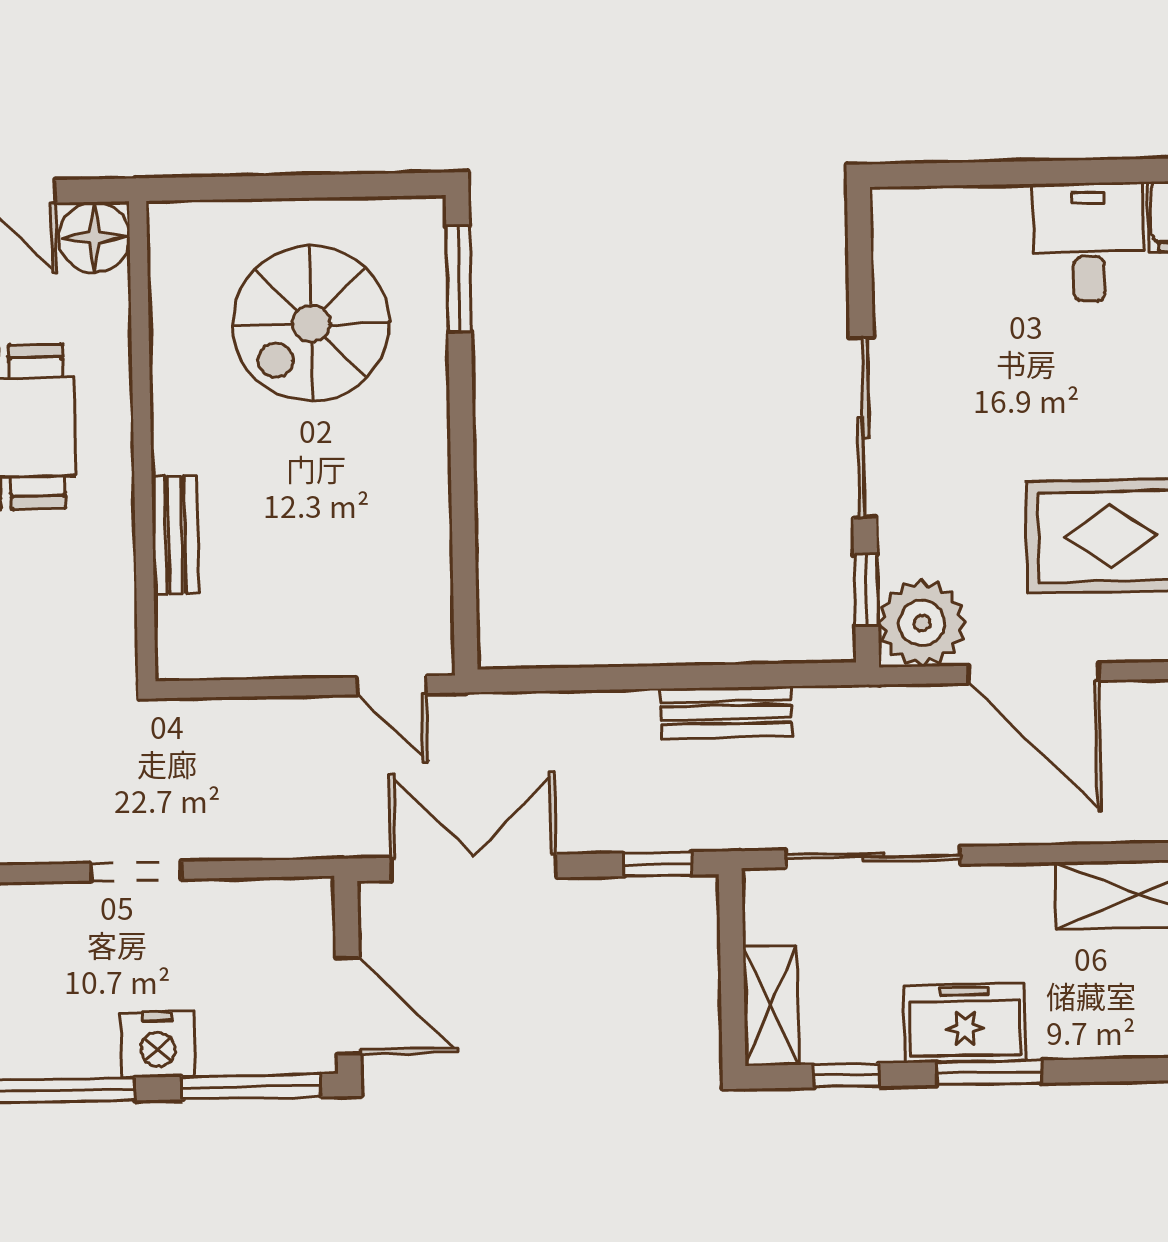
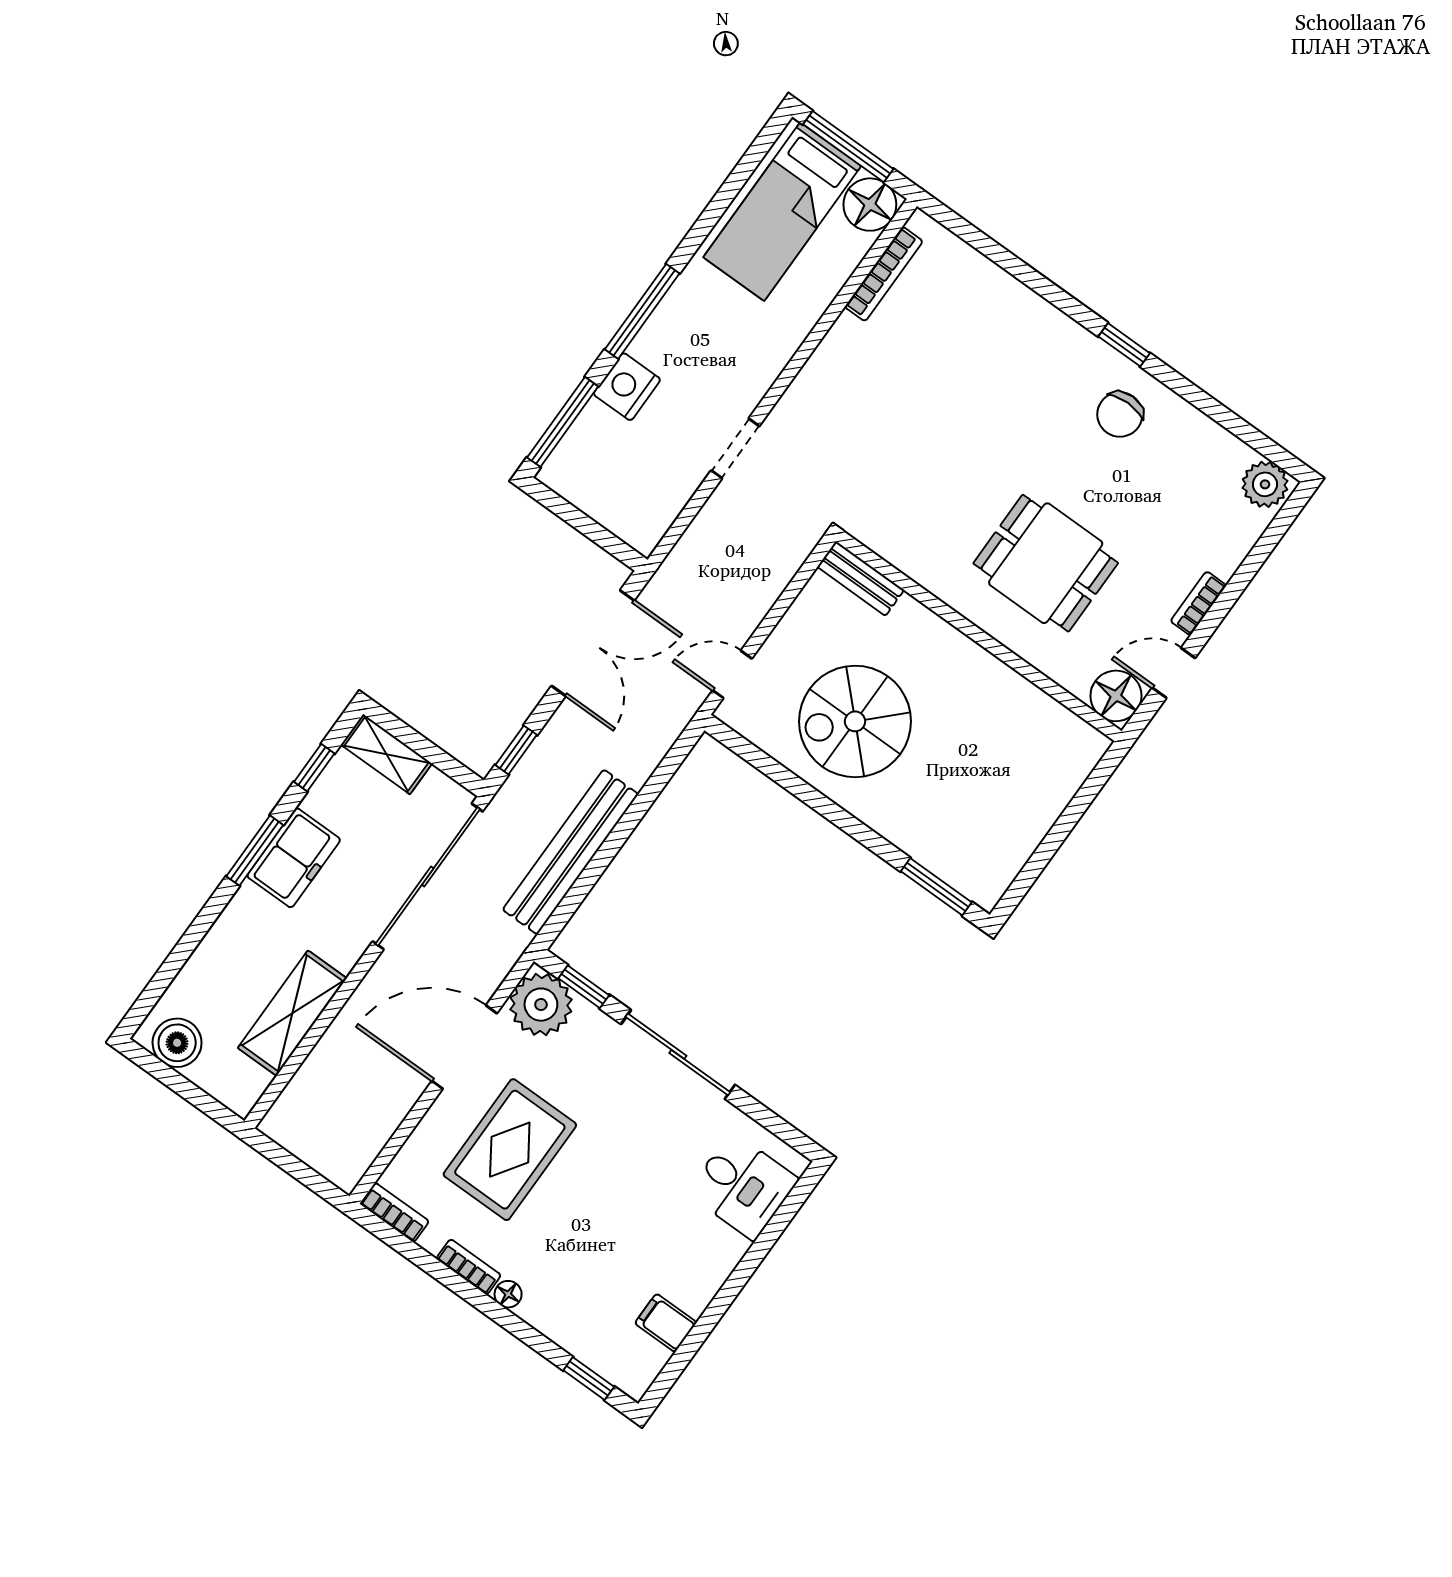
desk: (1089, 242) -> (743, 1186), moved
spiral stairs: (311, 324) -> (855, 721), moved, turned -90
bench: (175, 535) -> (861, 578), moved
bench: (726, 712) -> (571, 852), width x1.86, depth x1.21
sliding door: (873, 857) -> (428, 876), width x1.36
door: (348, 1006) -> (567, 512), removed

